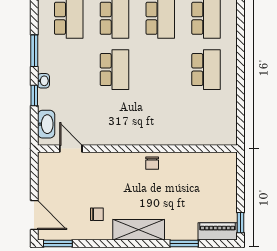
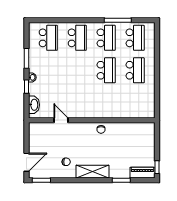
school desk: (114, 70) -> (106, 70), moved
door: (71, 149) -> (61, 120), moved
door: (34, 215) -> (26, 162), hinge flipped

